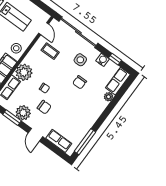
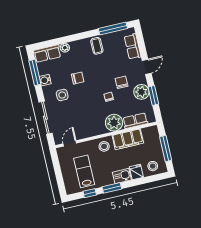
sliding door: (78, 32) -> (45, 118), width x0.73
coffee table: (50, 51) -> (97, 46), moved
window: (115, 59) -> (35, 73), width x2.17

